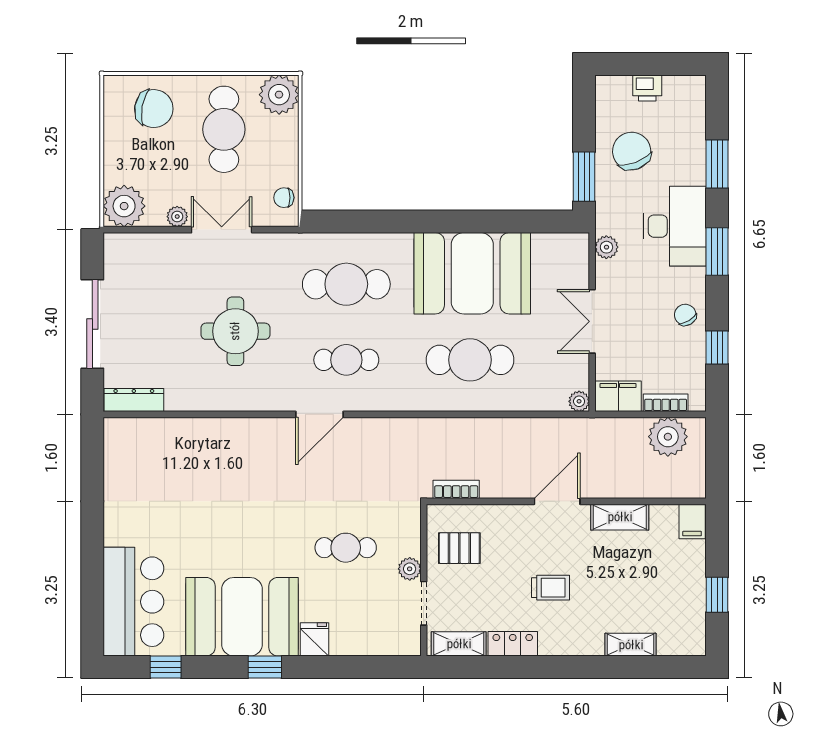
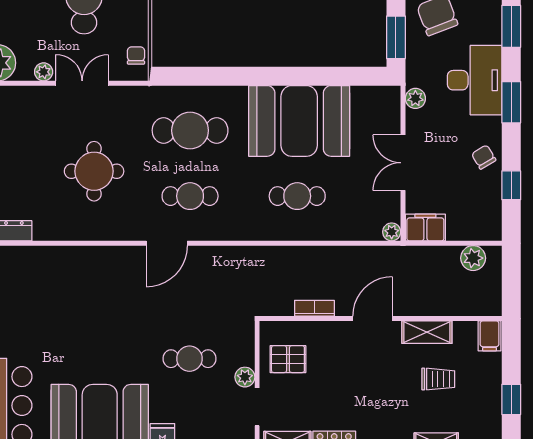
chair: (284, 198) -> (136, 56), turned 90
cafe table: (470, 360) -> (297, 196), width x0.73, depth x0.74
bookcase: (666, 403) -> (467, 233), removed
plant: (668, 437) -> (473, 258), width x0.73, depth x0.73
bookcase: (456, 489) -> (314, 308), moved
trolley: (550, 588) -> (438, 379), moved

